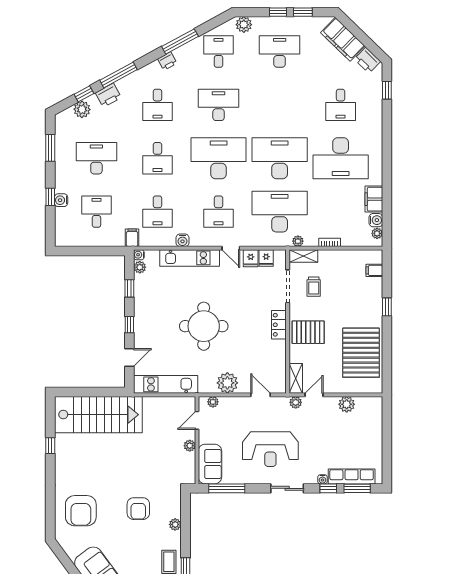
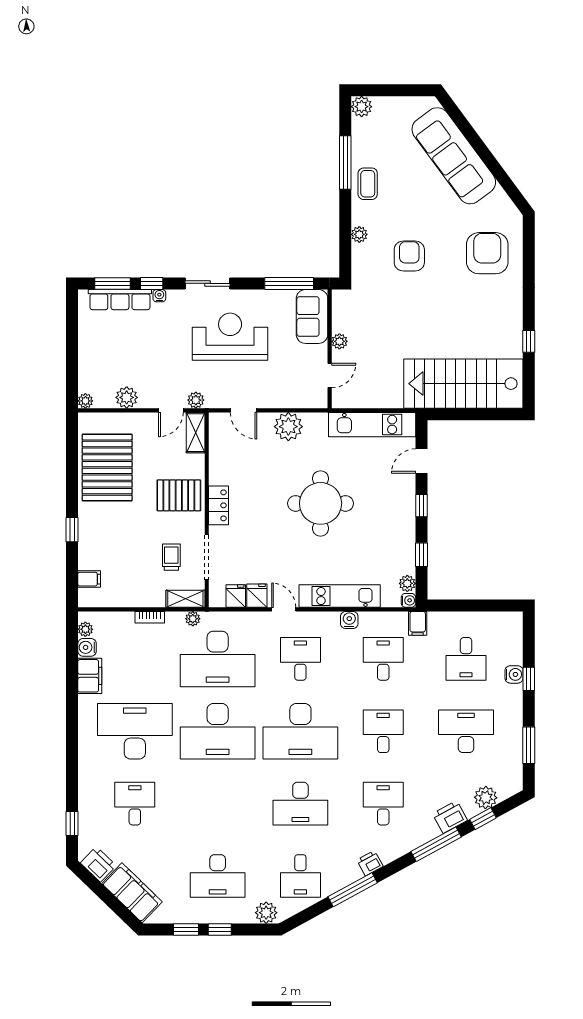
desk: (96, 158) -> (466, 731), turned 180
plant: (213, 402) -> (85, 401), moved

